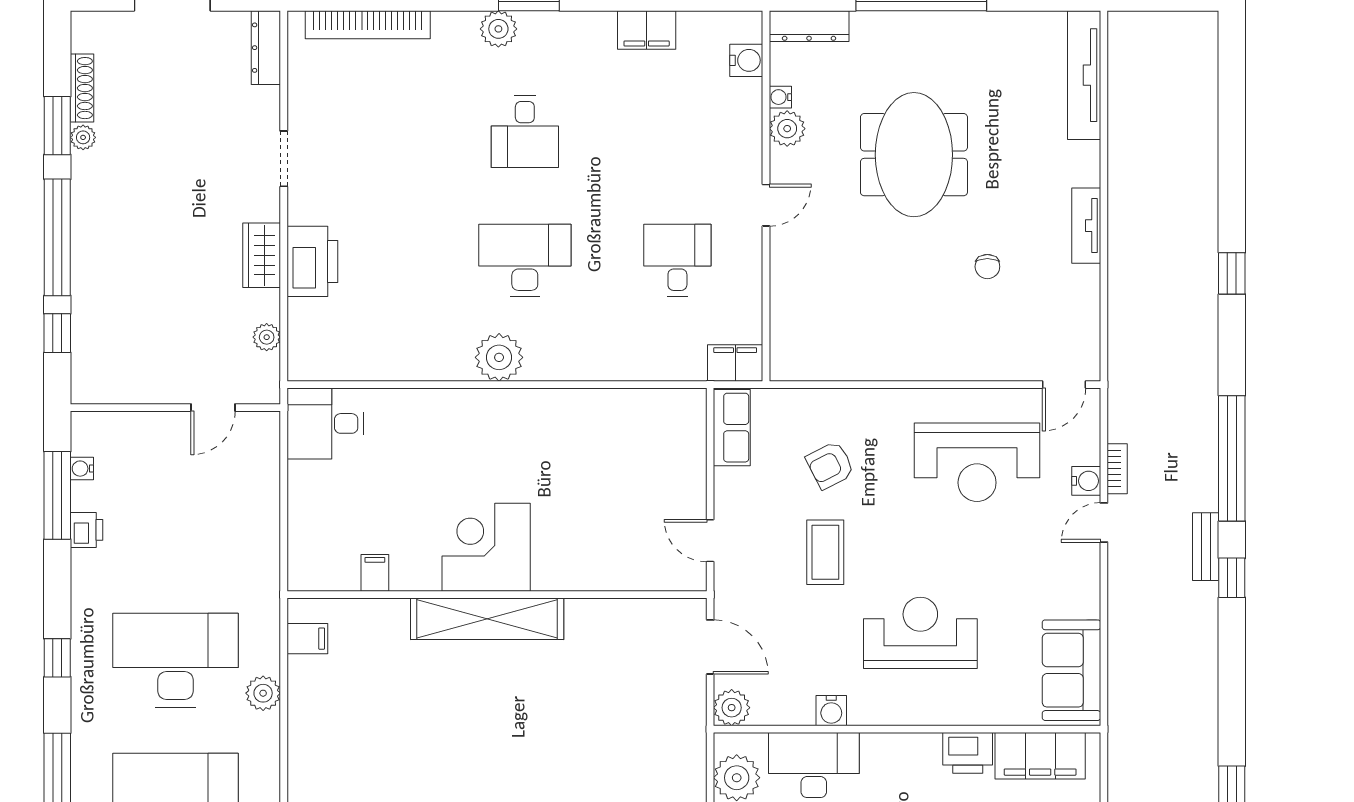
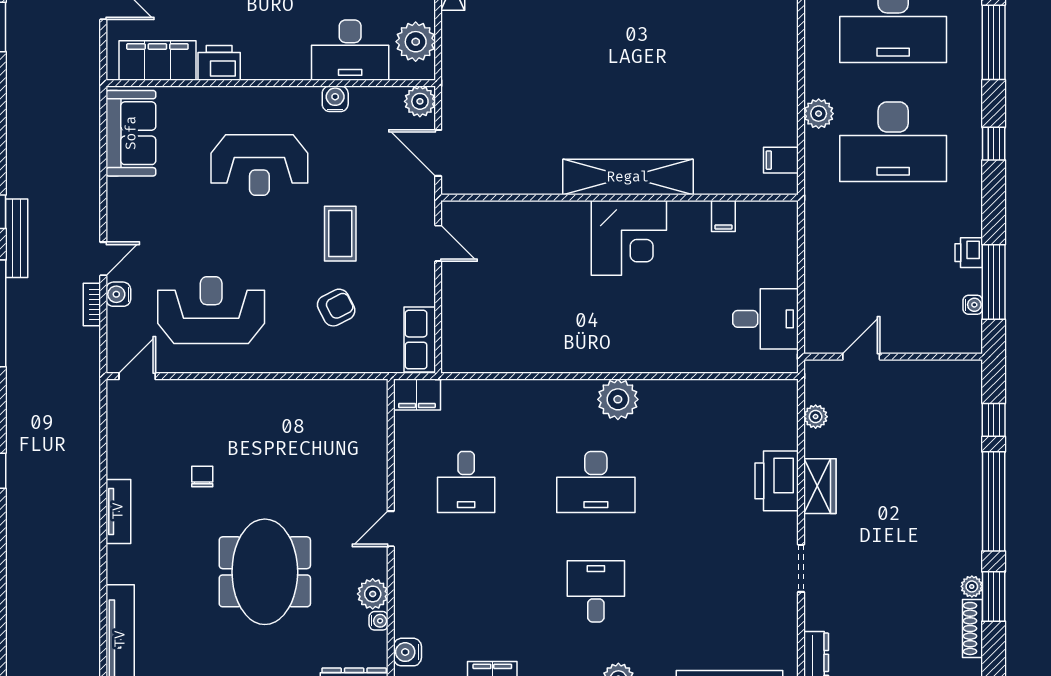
desk: (325, 423) -> (766, 319), moved
bench: (1206, 547) -> (17, 238), width x1.36

